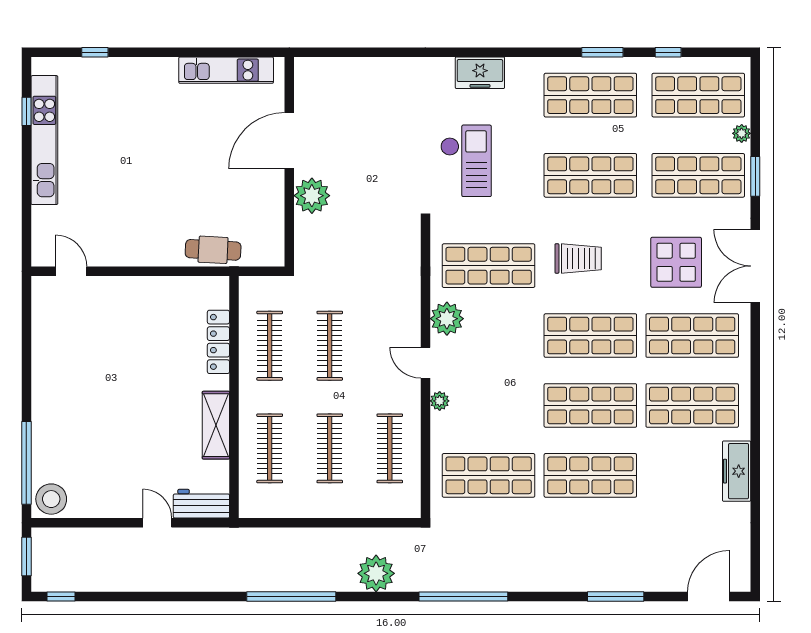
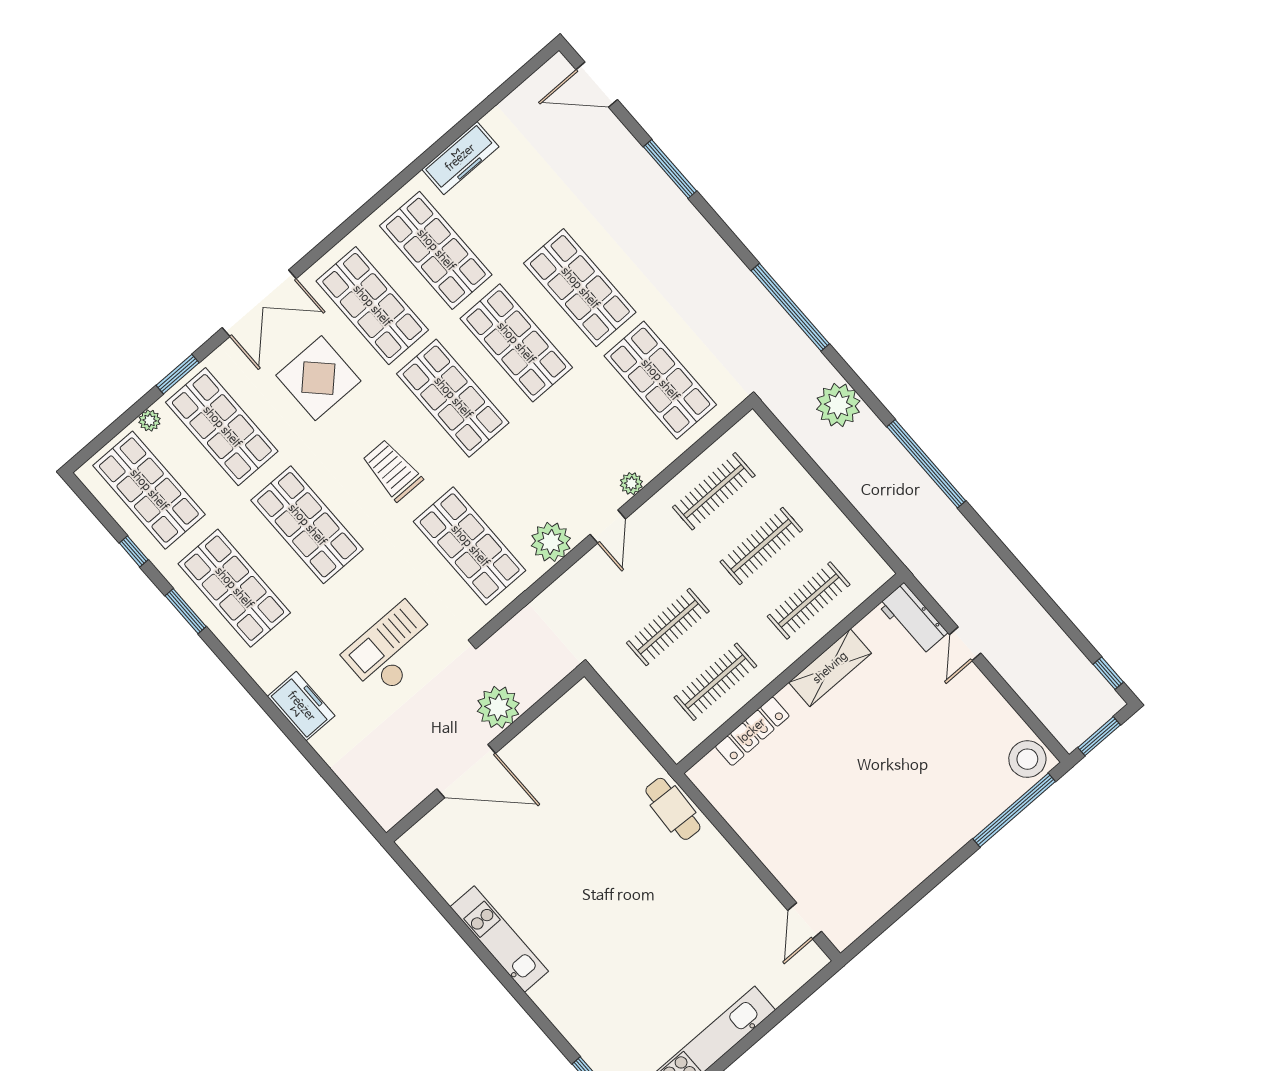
door: (289, 141) -> (466, 771), moved
wall: (289, 162) -> (485, 755), moved
plant: (312, 196) -> (498, 707), moved

